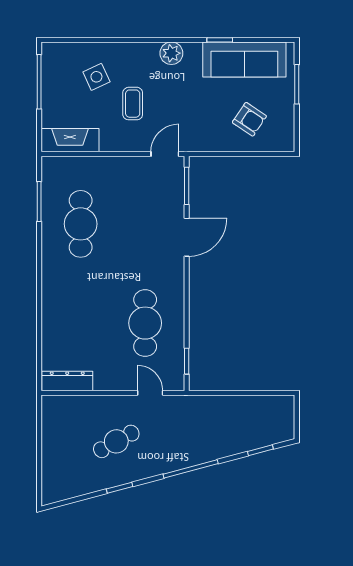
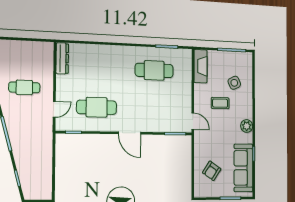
door: (187, 237) -> (130, 133), moved
cafe table: (116, 441) -> (24, 87), turned -61

